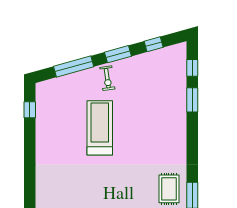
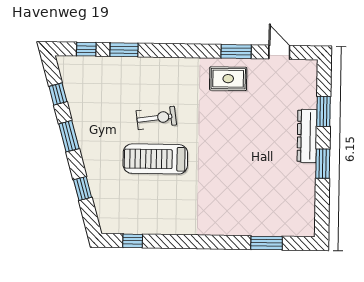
window: (74, 66) -> (83, 188), width x0.46
exercise bike: (107, 78) -> (156, 118), moved, width x1.38, depth x1.39

